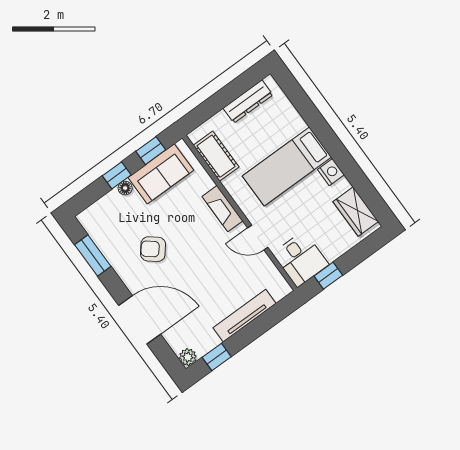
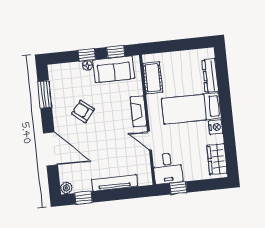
dresser: (248, 102) -> (210, 76), moved, turned 90

